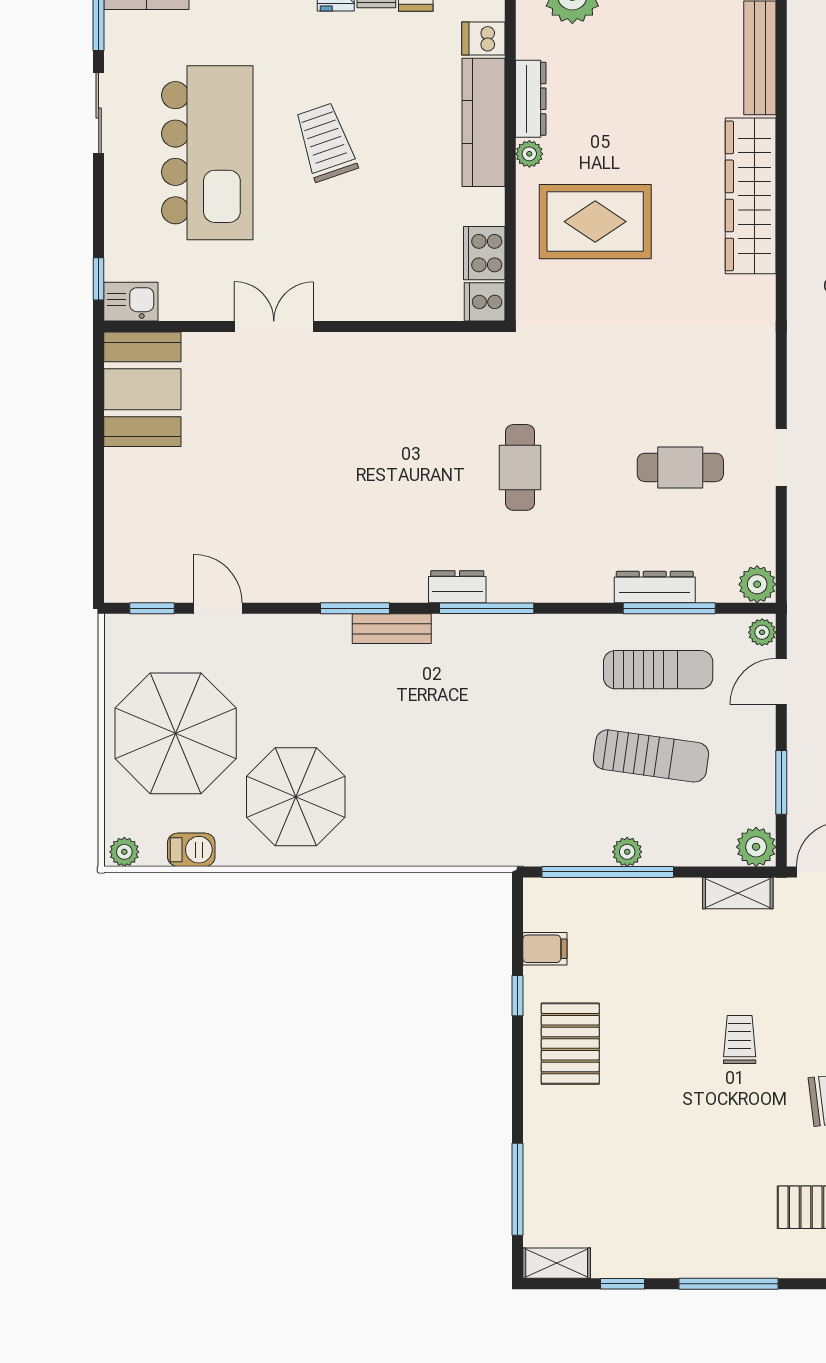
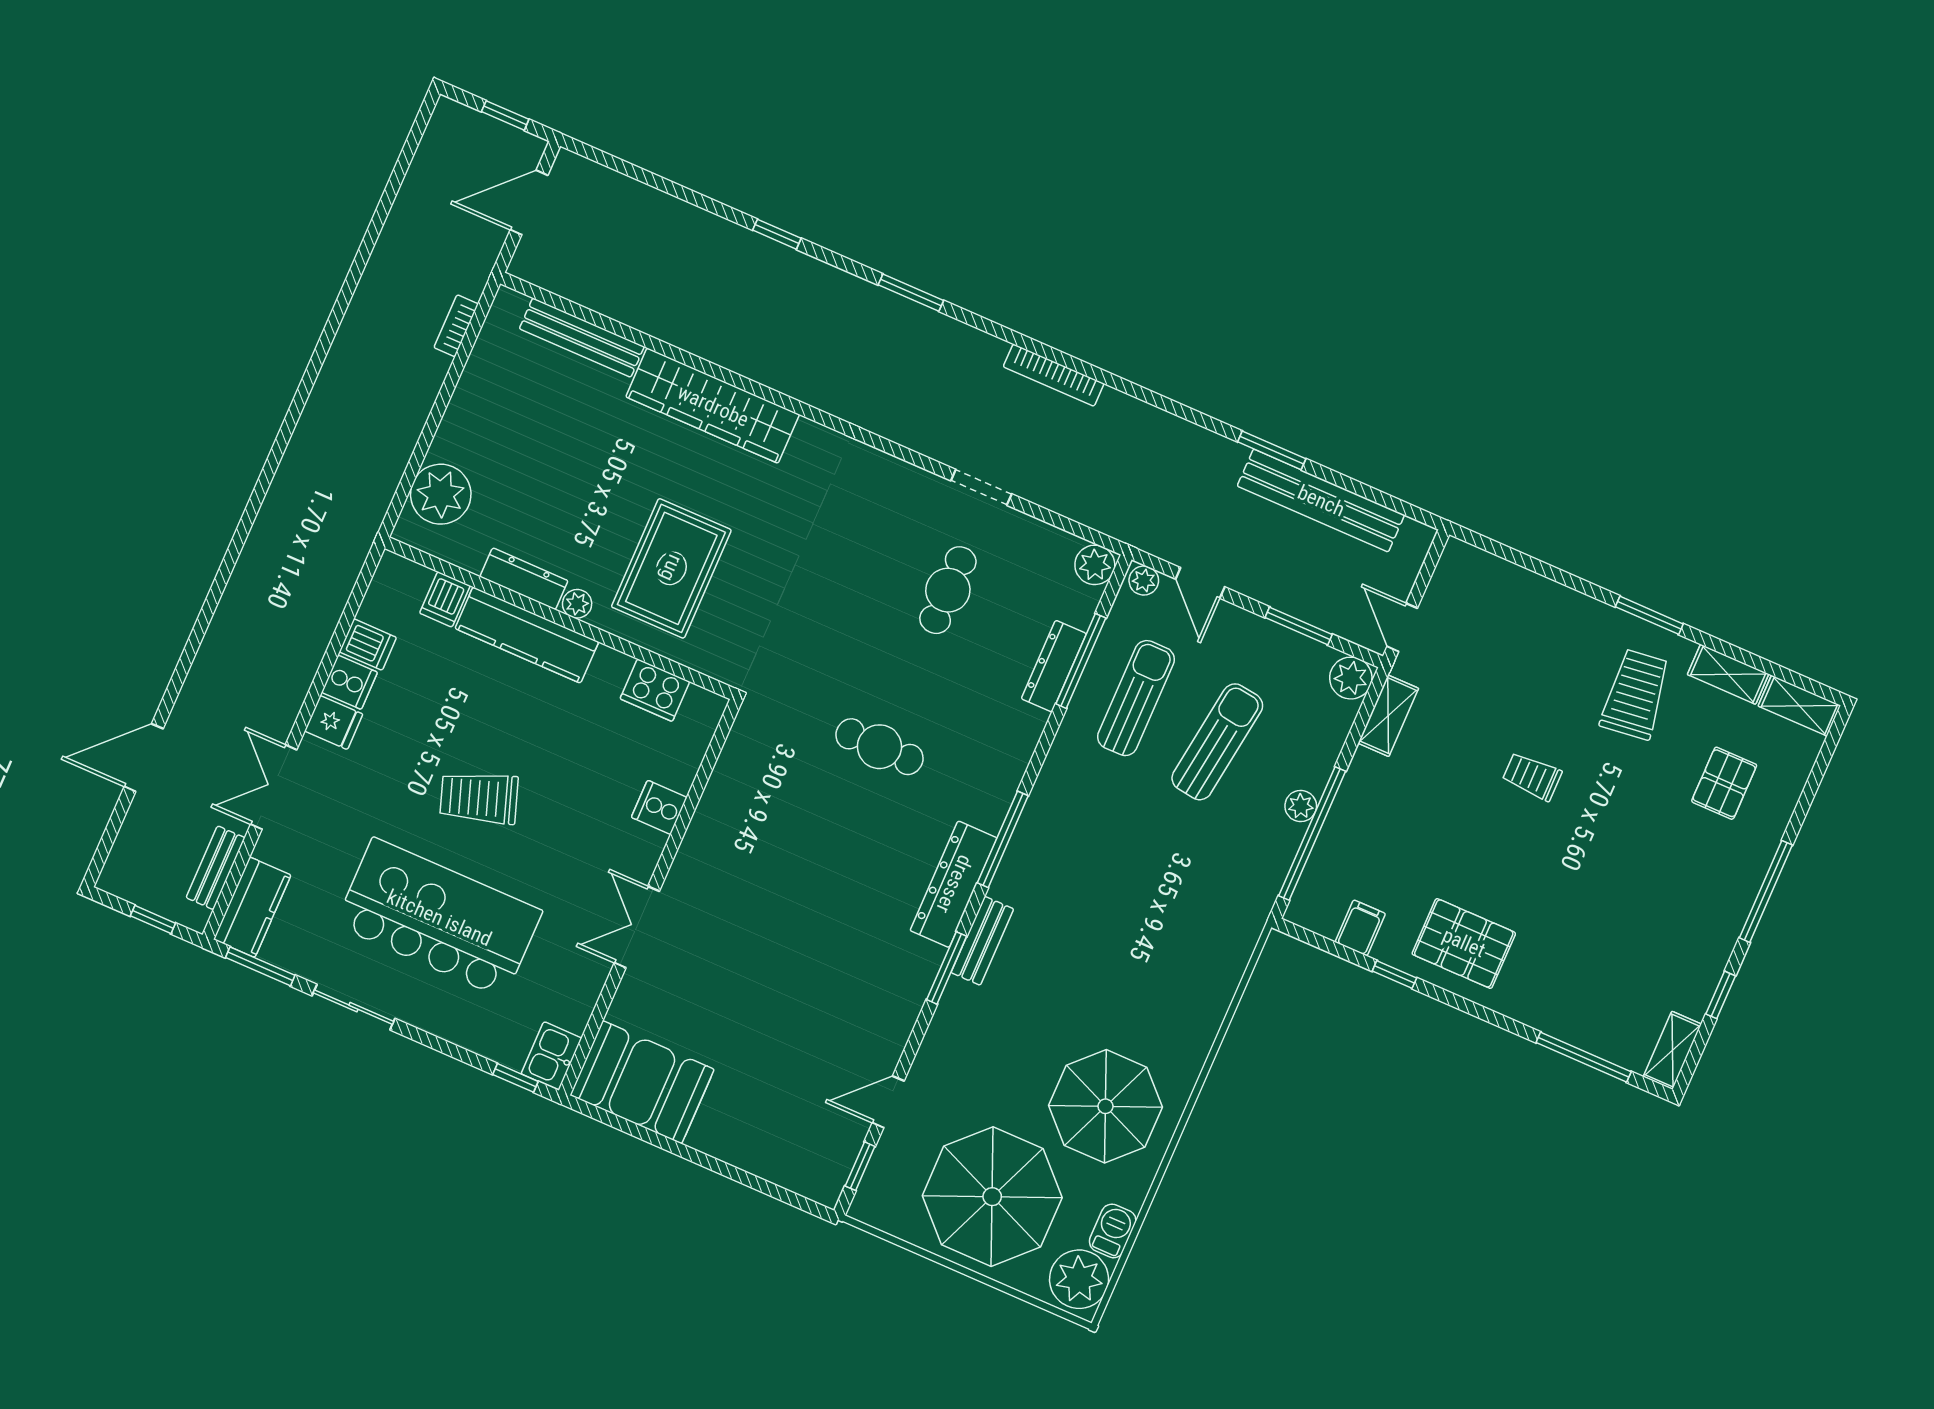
cooker: (485, 302) -> (659, 807), moved, turned 90
dresser: (457, 587) -> (954, 884), width x1.96, depth x1.24
plant: (124, 852) -> (1079, 1279), width x1.87, depth x1.87

